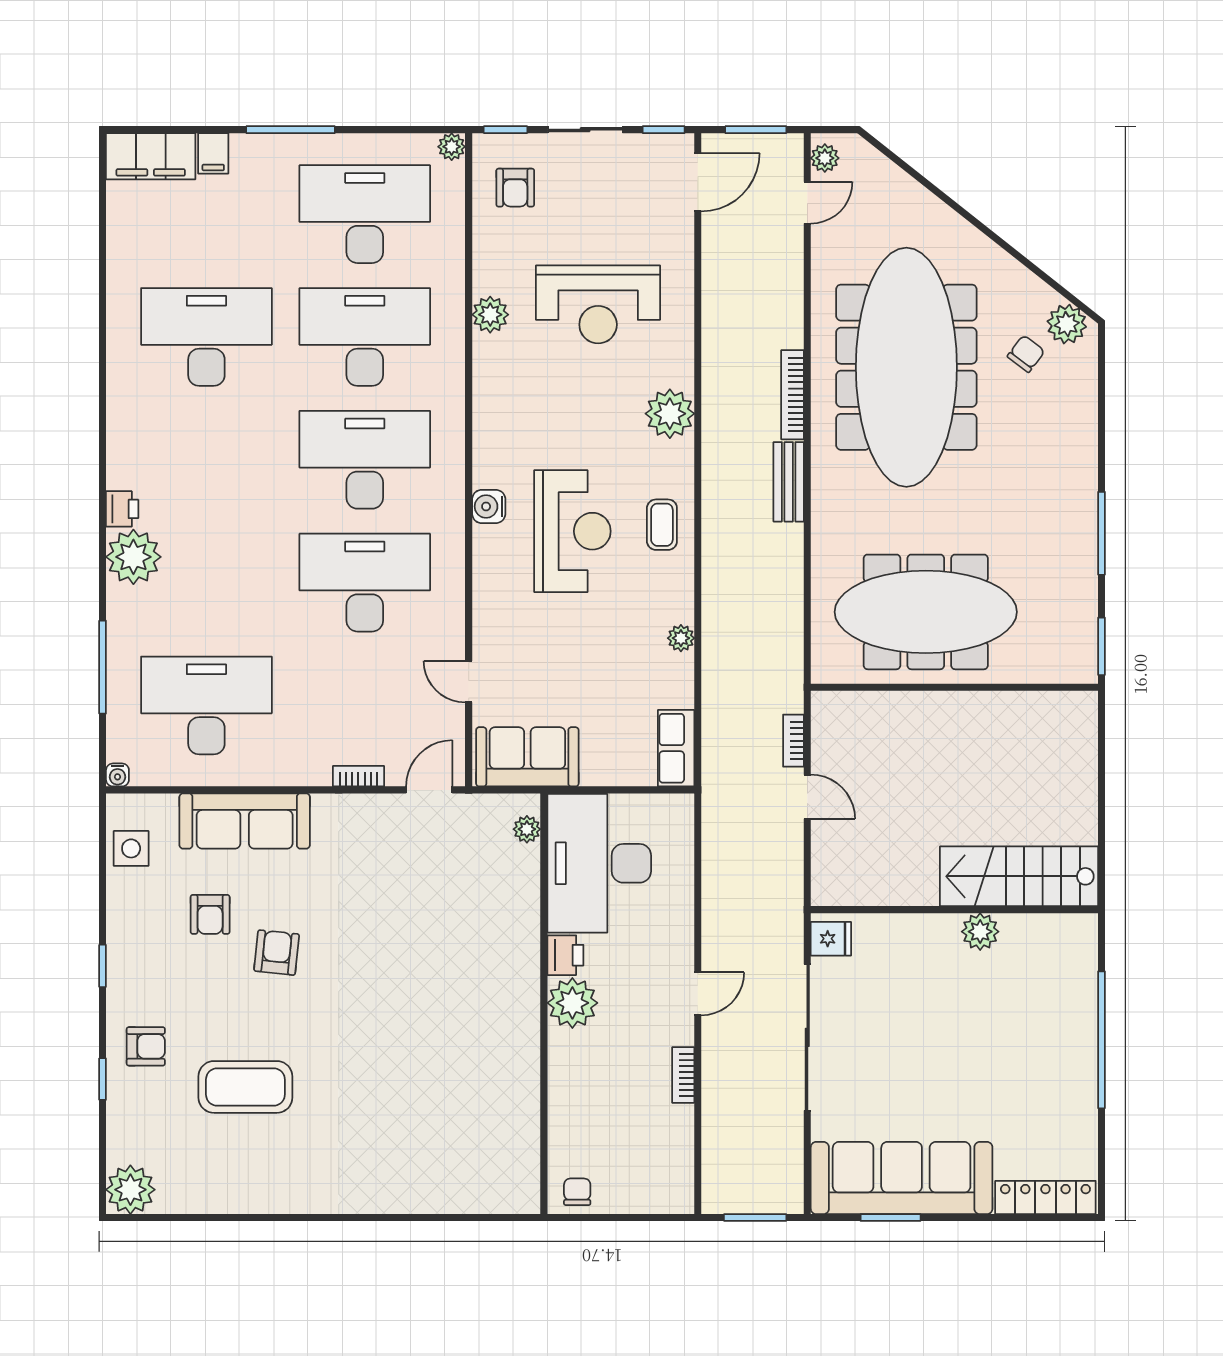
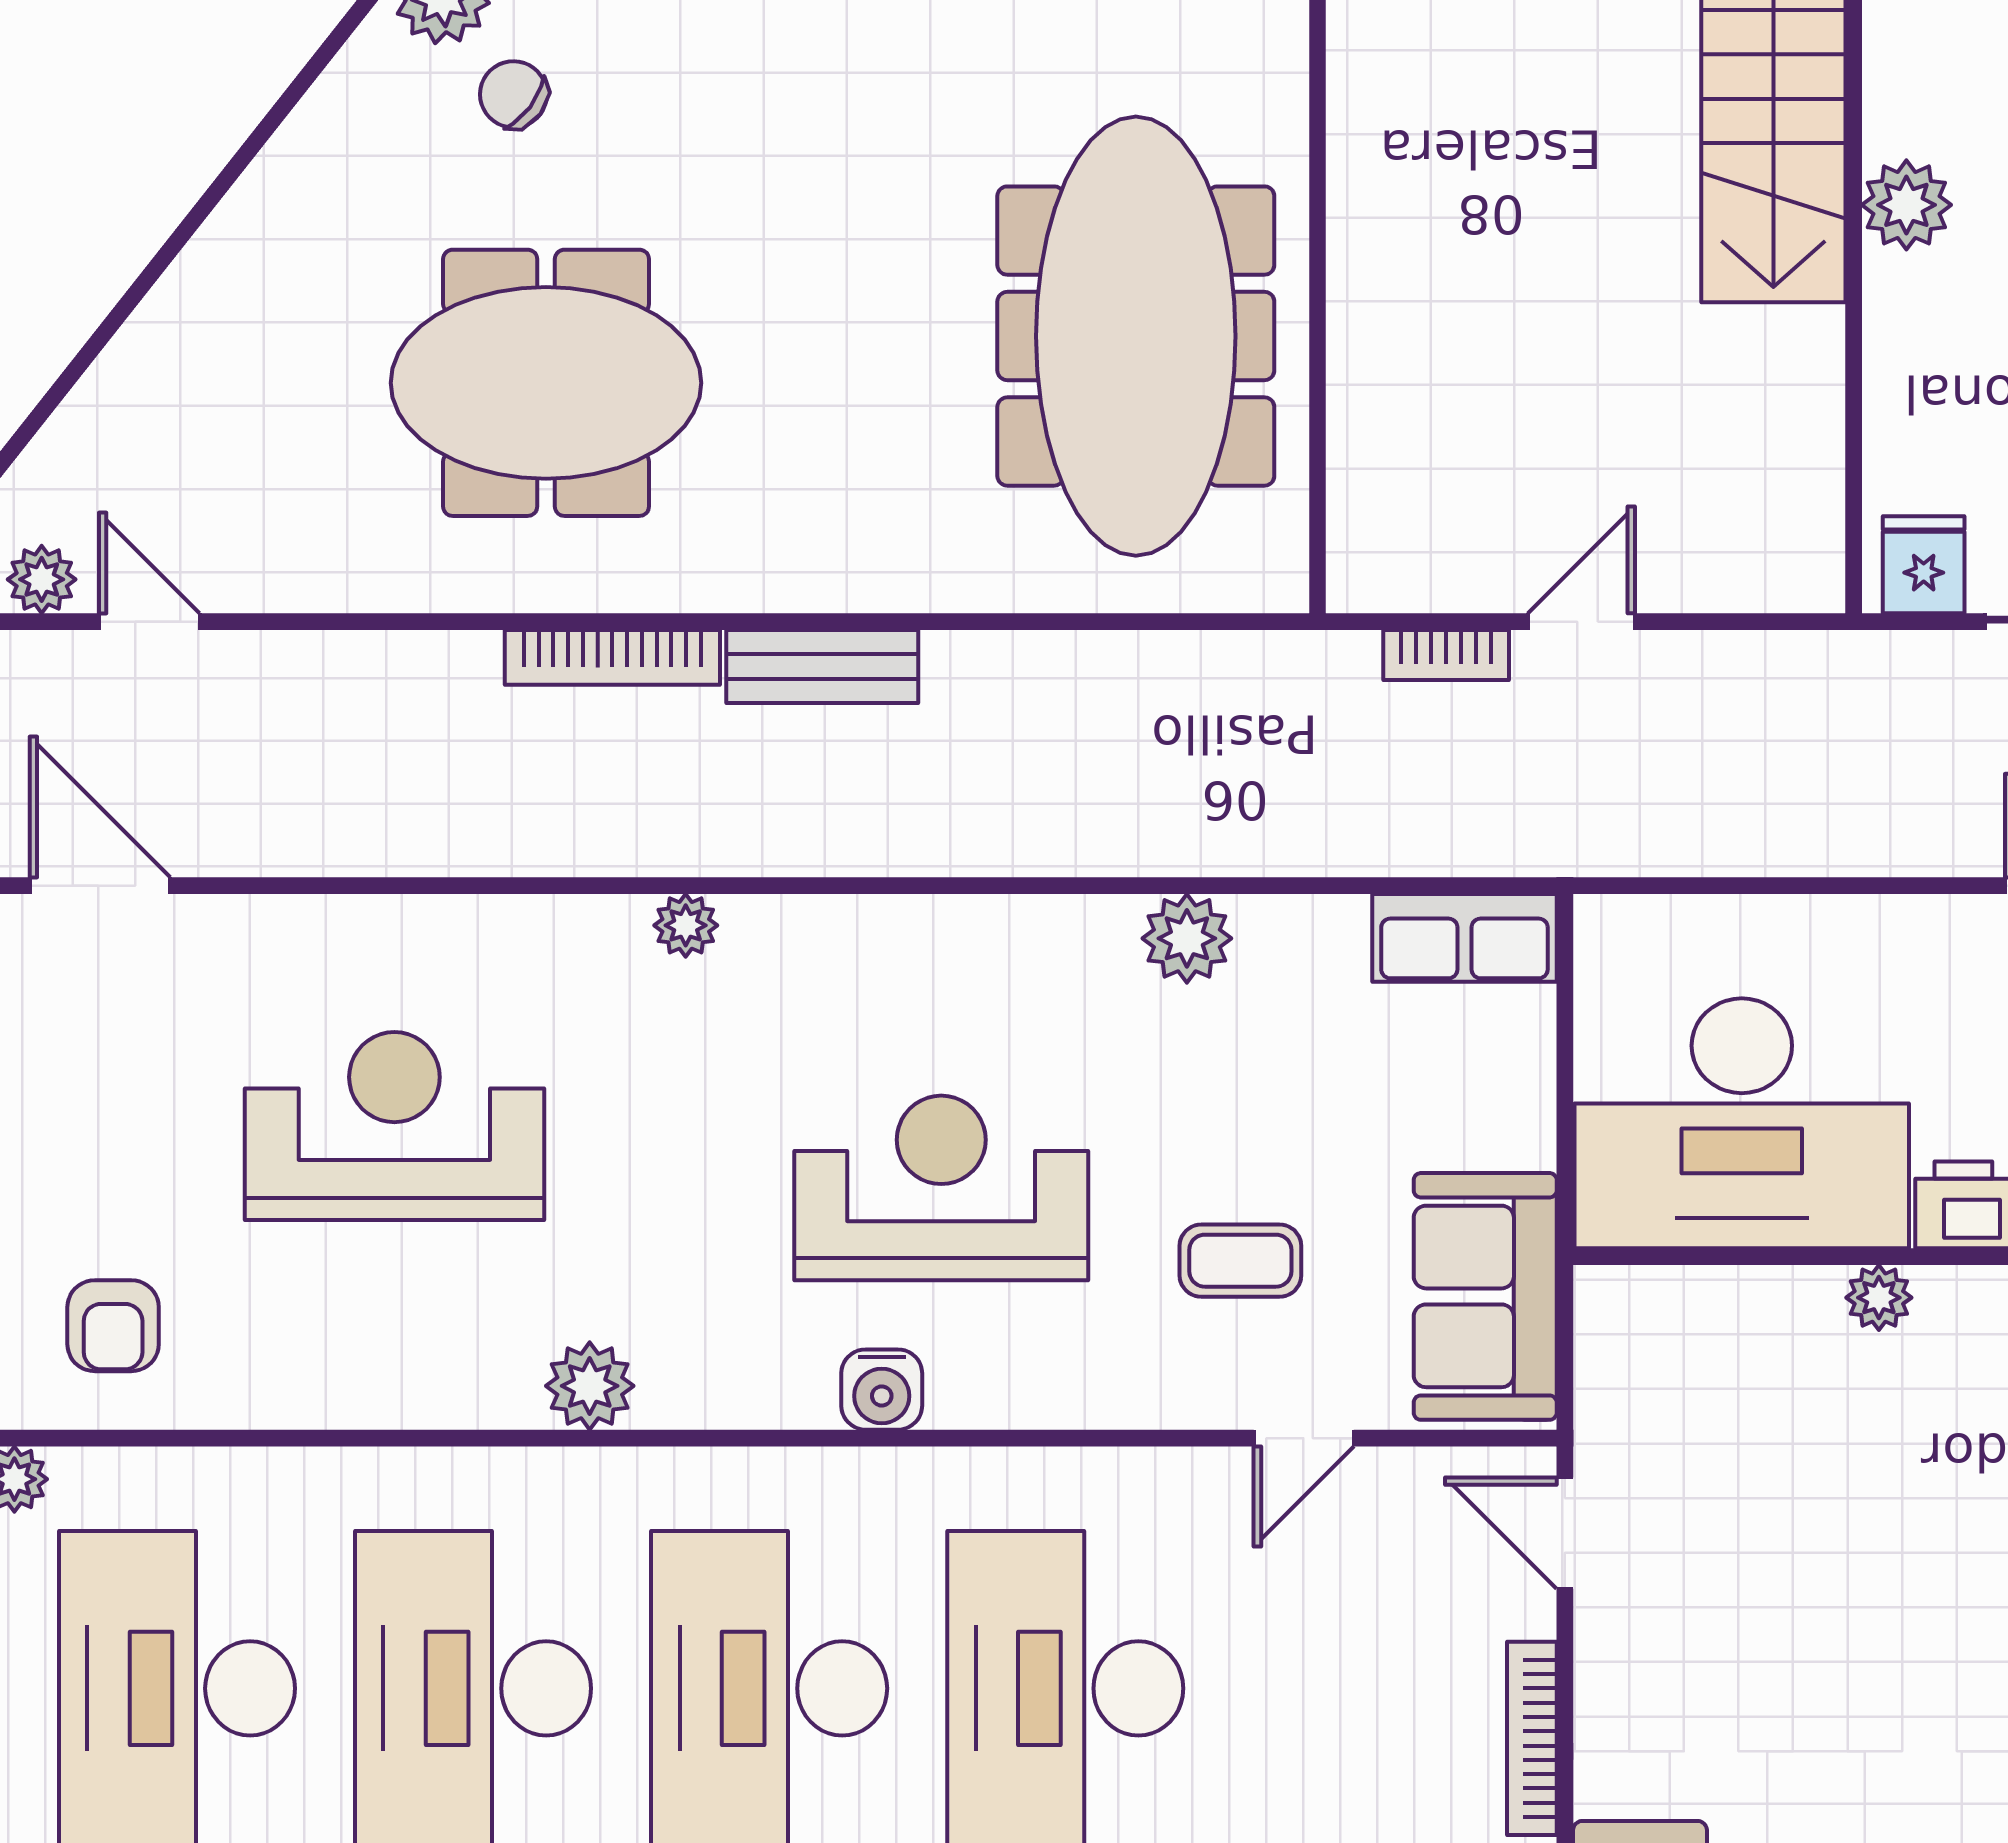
armchair: (515, 188) -> (113, 1326), turned 90
reception desk: (598, 304) -> (394, 1126), turned -90
plant: (490, 315) -> (590, 1386), moved
meeting table: (906, 367) -> (546, 383), width x0.54, depth x0.79
plant: (670, 414) -> (686, 925), width x0.53, depth x0.53
coffee table: (662, 525) -> (1240, 1261), moved
plant: (681, 638) -> (1187, 938), width x1.38, depth x1.38
bookcase: (358, 776) -> (1532, 1738), width x1.56
plant: (527, 829) -> (1879, 1298), moved

